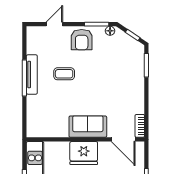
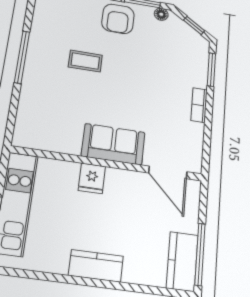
tv unit: (32, 74) -> (35, 54), removed
bookcase: (140, 126) -> (199, 105), moved
fridge: (84, 153) -> (92, 178), width x0.53, depth x0.75

